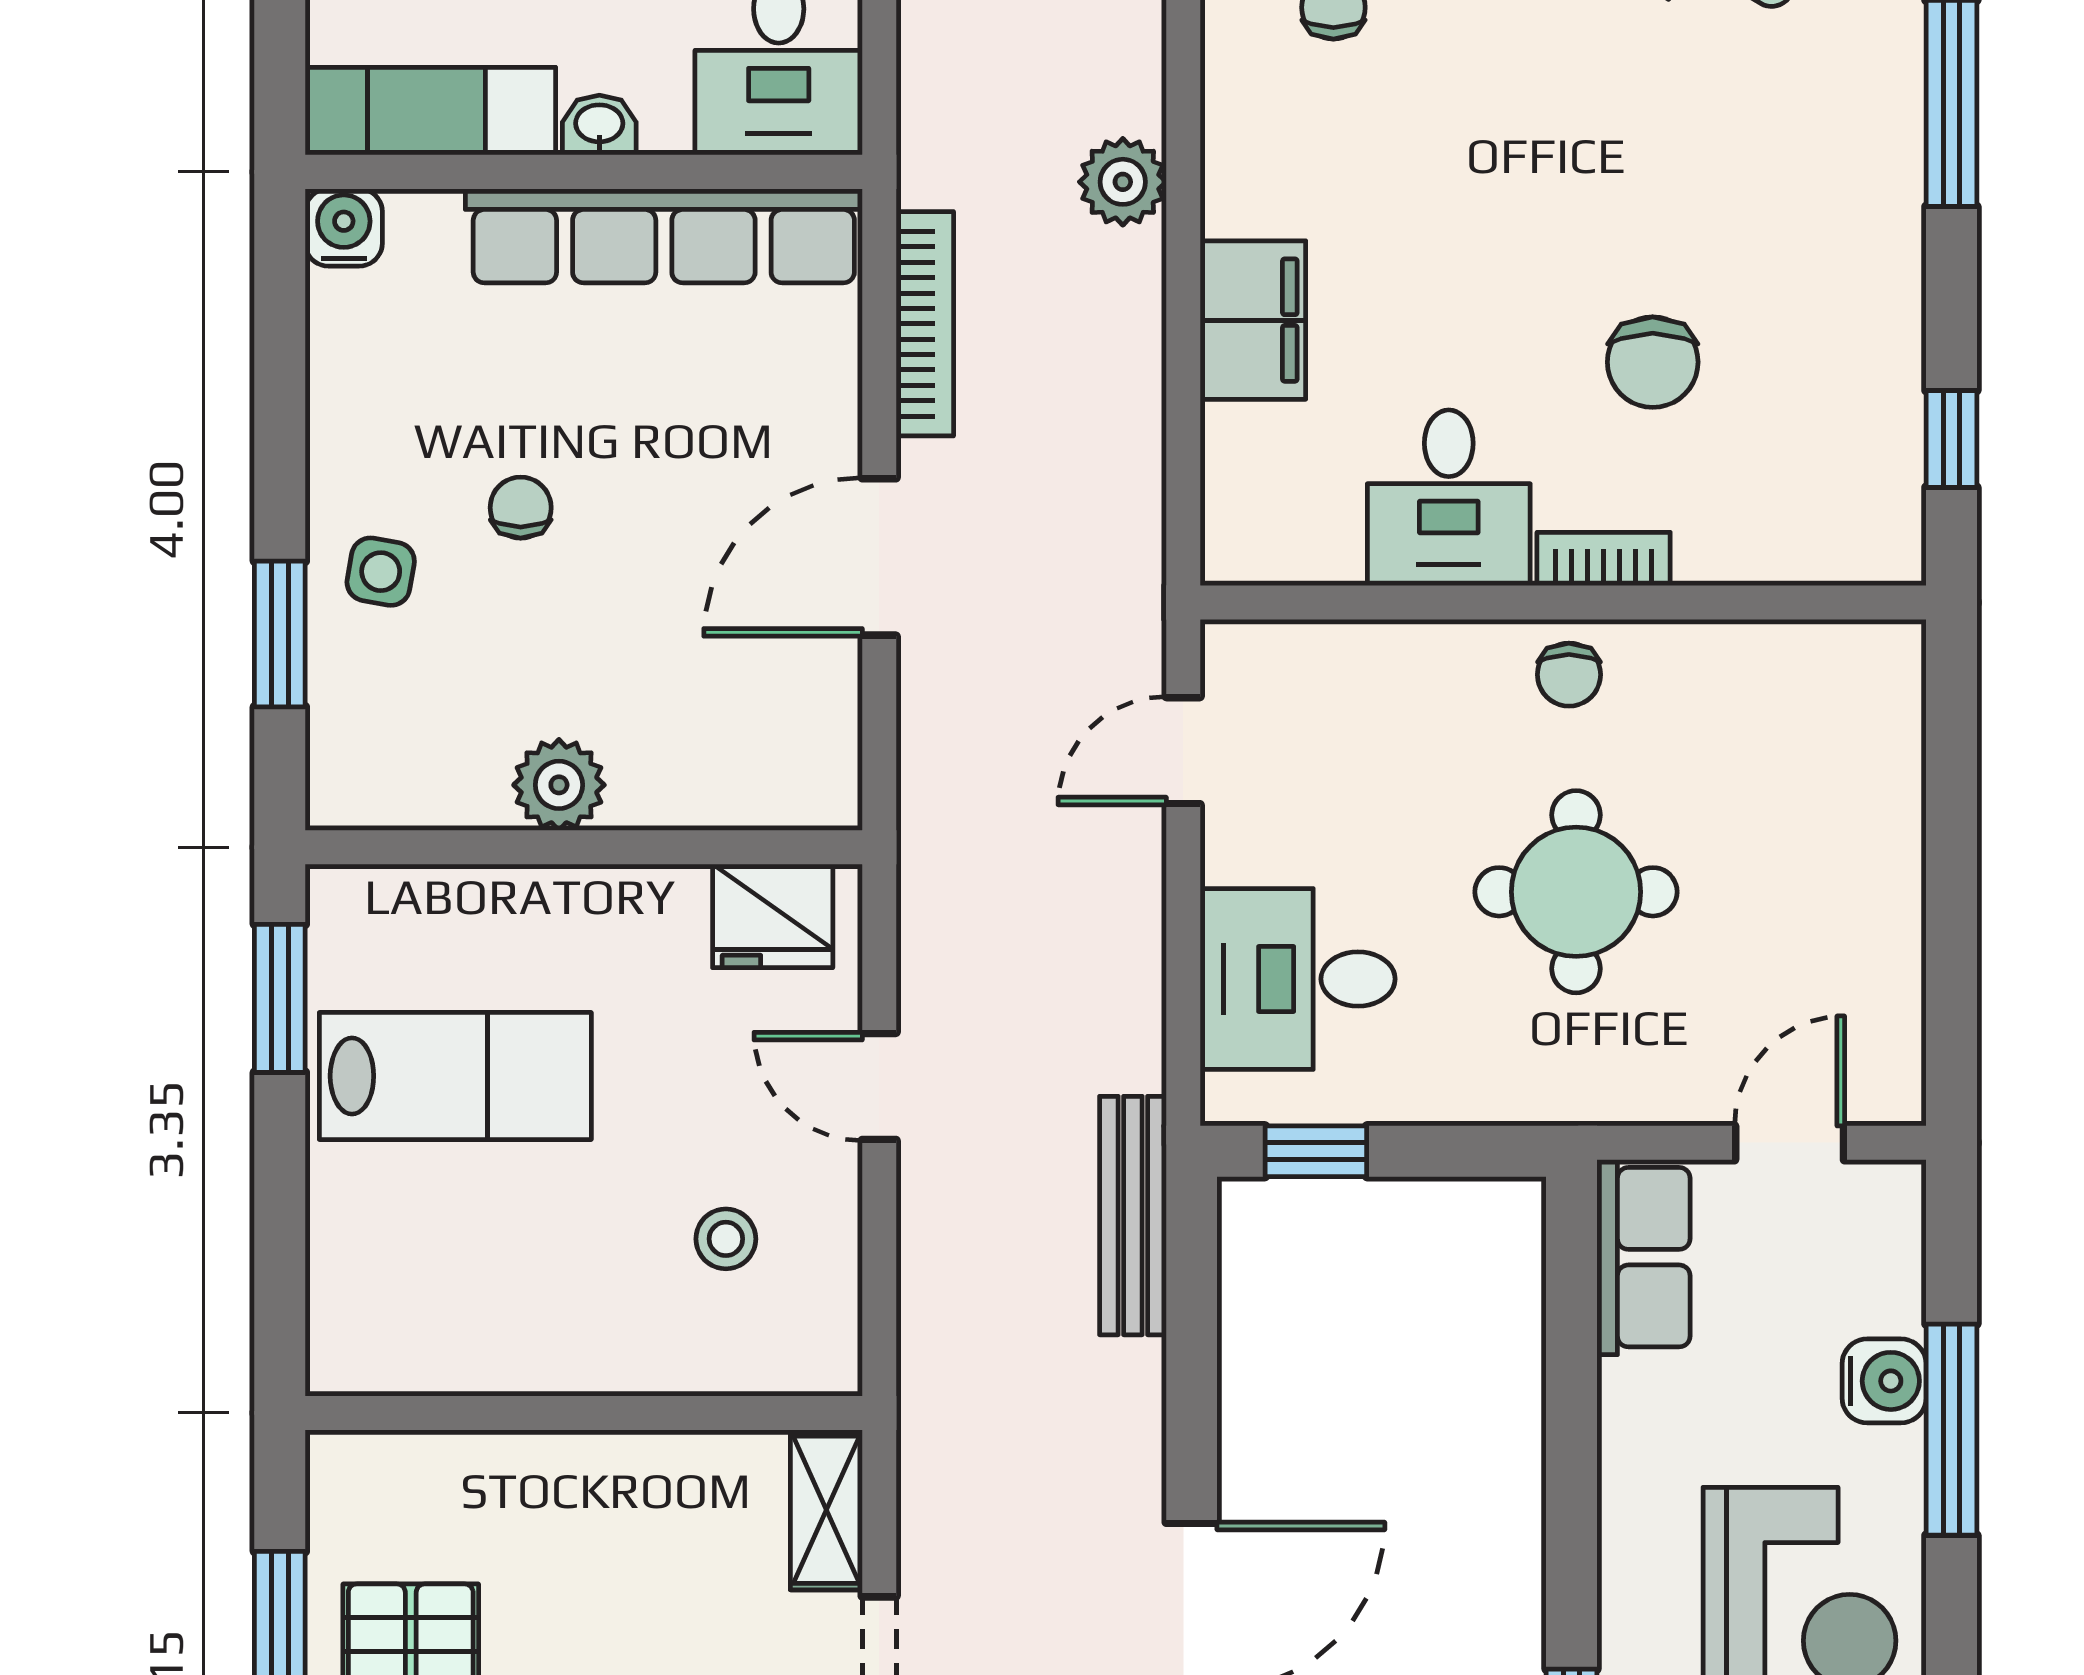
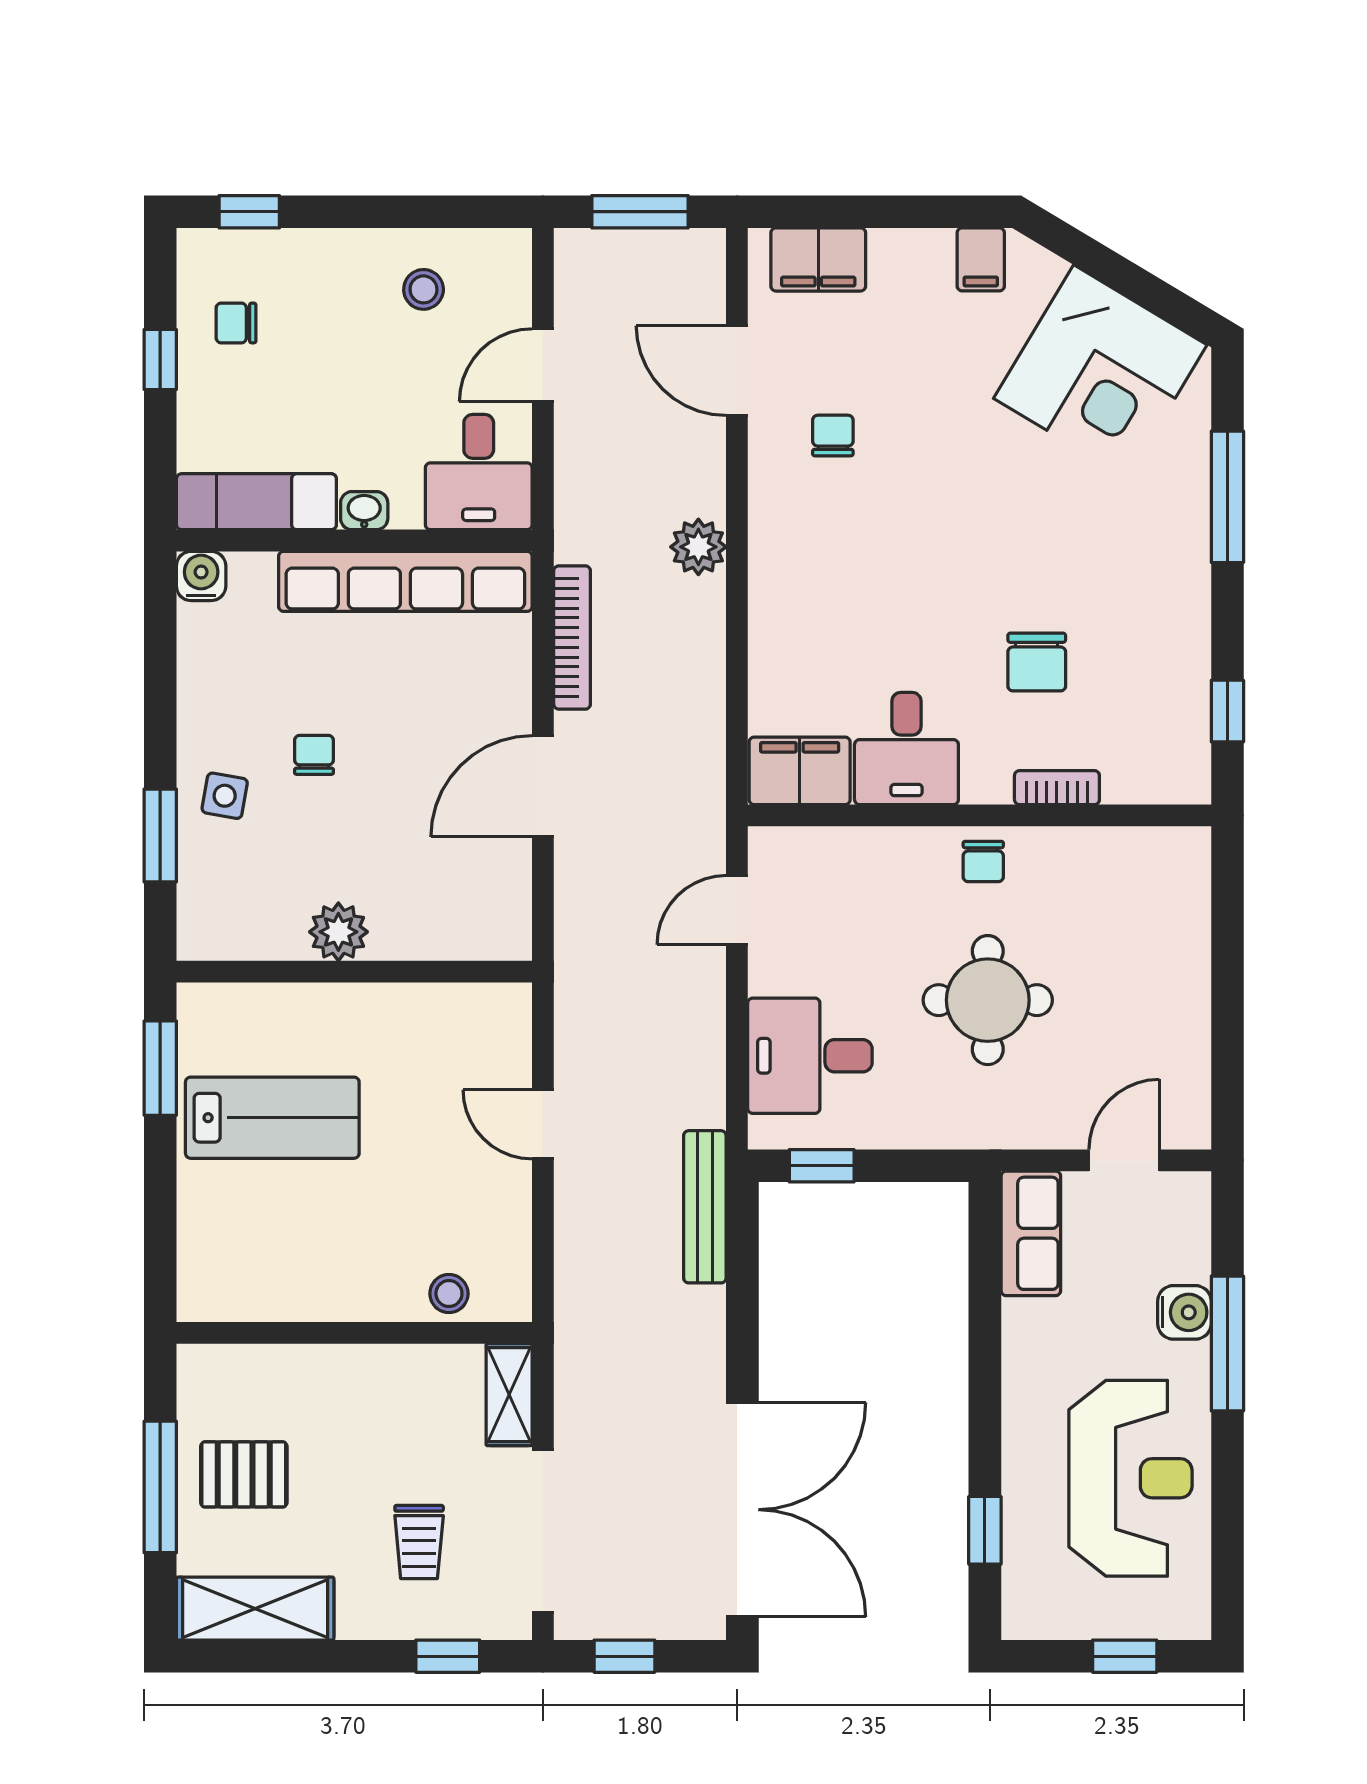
filing cabinet: (1253, 320) -> (800, 771), moved, turned -90
bookcase: (1604, 559) -> (1057, 788), moved
fridge: (773, 916) -> (475, 1016), removed
stool: (726, 1239) -> (449, 1294), moved

